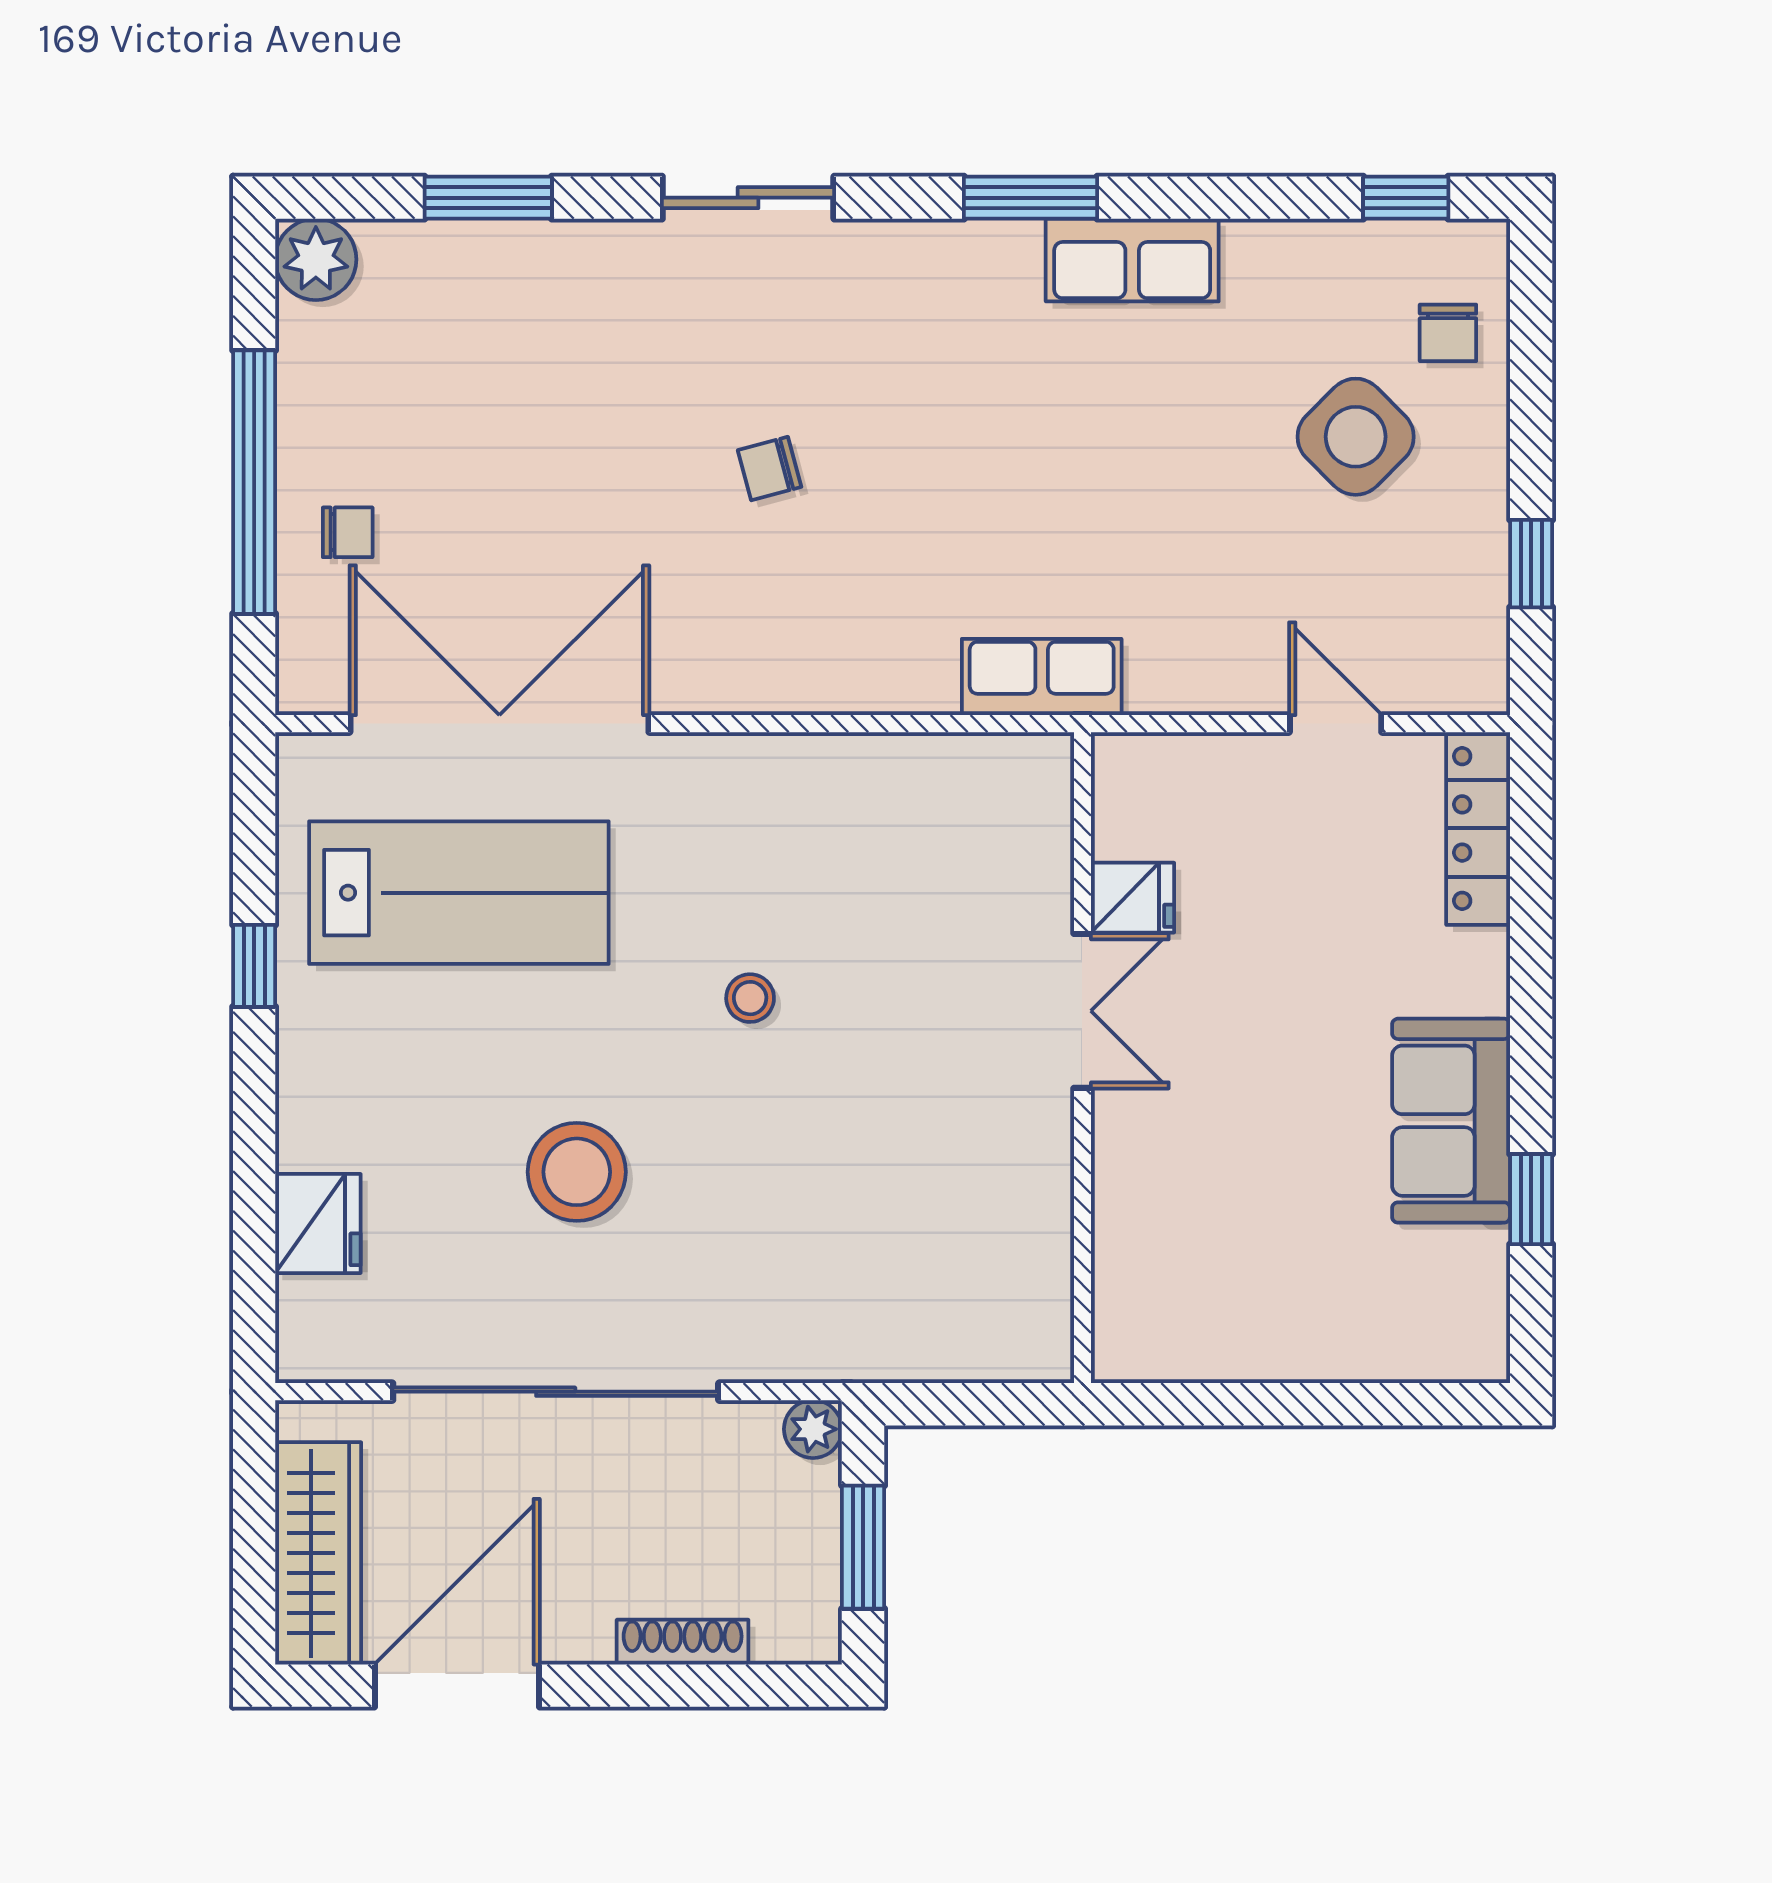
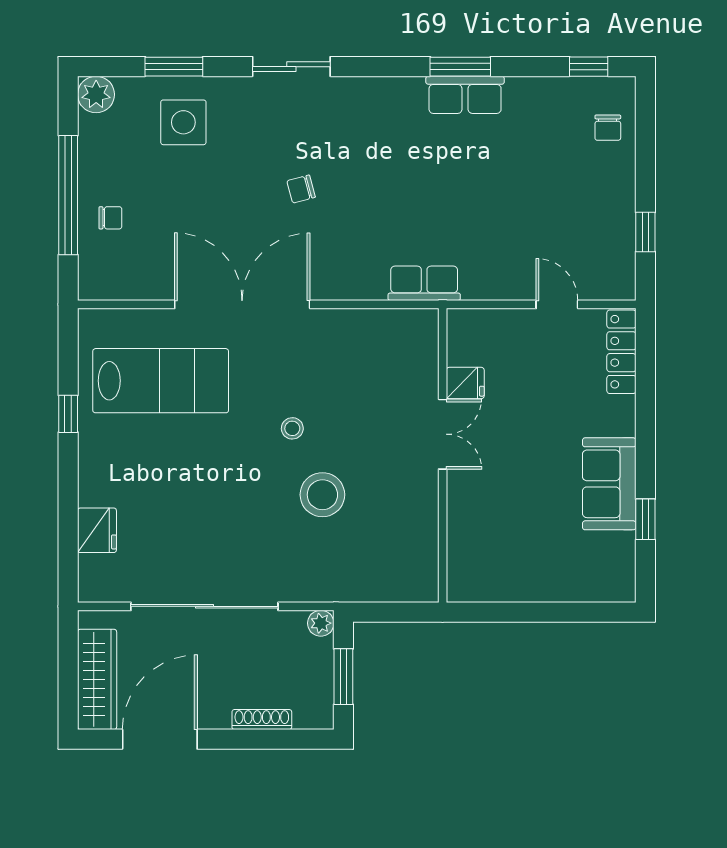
window: (1031, 198) -> (460, 67), moved
side table: (1356, 437) -> (183, 122), moved, turned 45
double door: (499, 724) -> (242, 304), moved
stool: (577, 1172) -> (322, 495), moved

